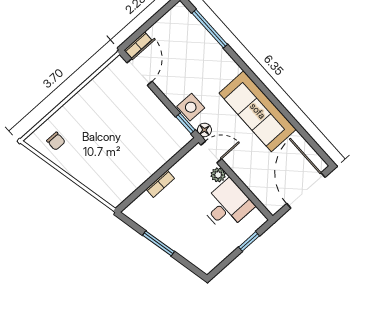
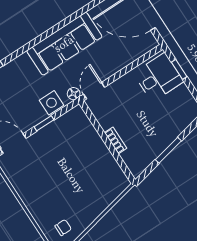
window: (186, 123) -> (44, 123), moved
plant: (218, 175) -> (116, 88), removed
desk: (227, 206) -> (158, 77), moved, turned 90

